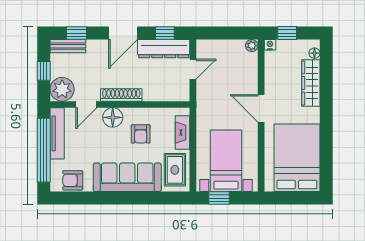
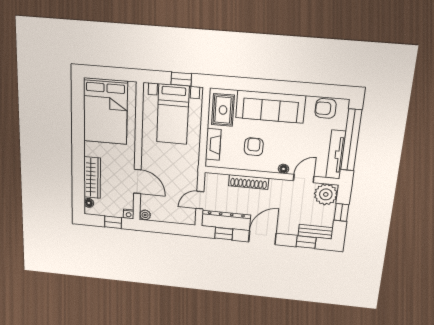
shoe rack: (121, 95) -> (249, 182), moved
door: (261, 108) -> (137, 182), moved
floor lamp: (113, 117) -> (283, 169), width x0.53, depth x0.53
armchair: (73, 180) -> (326, 108), turned 180

